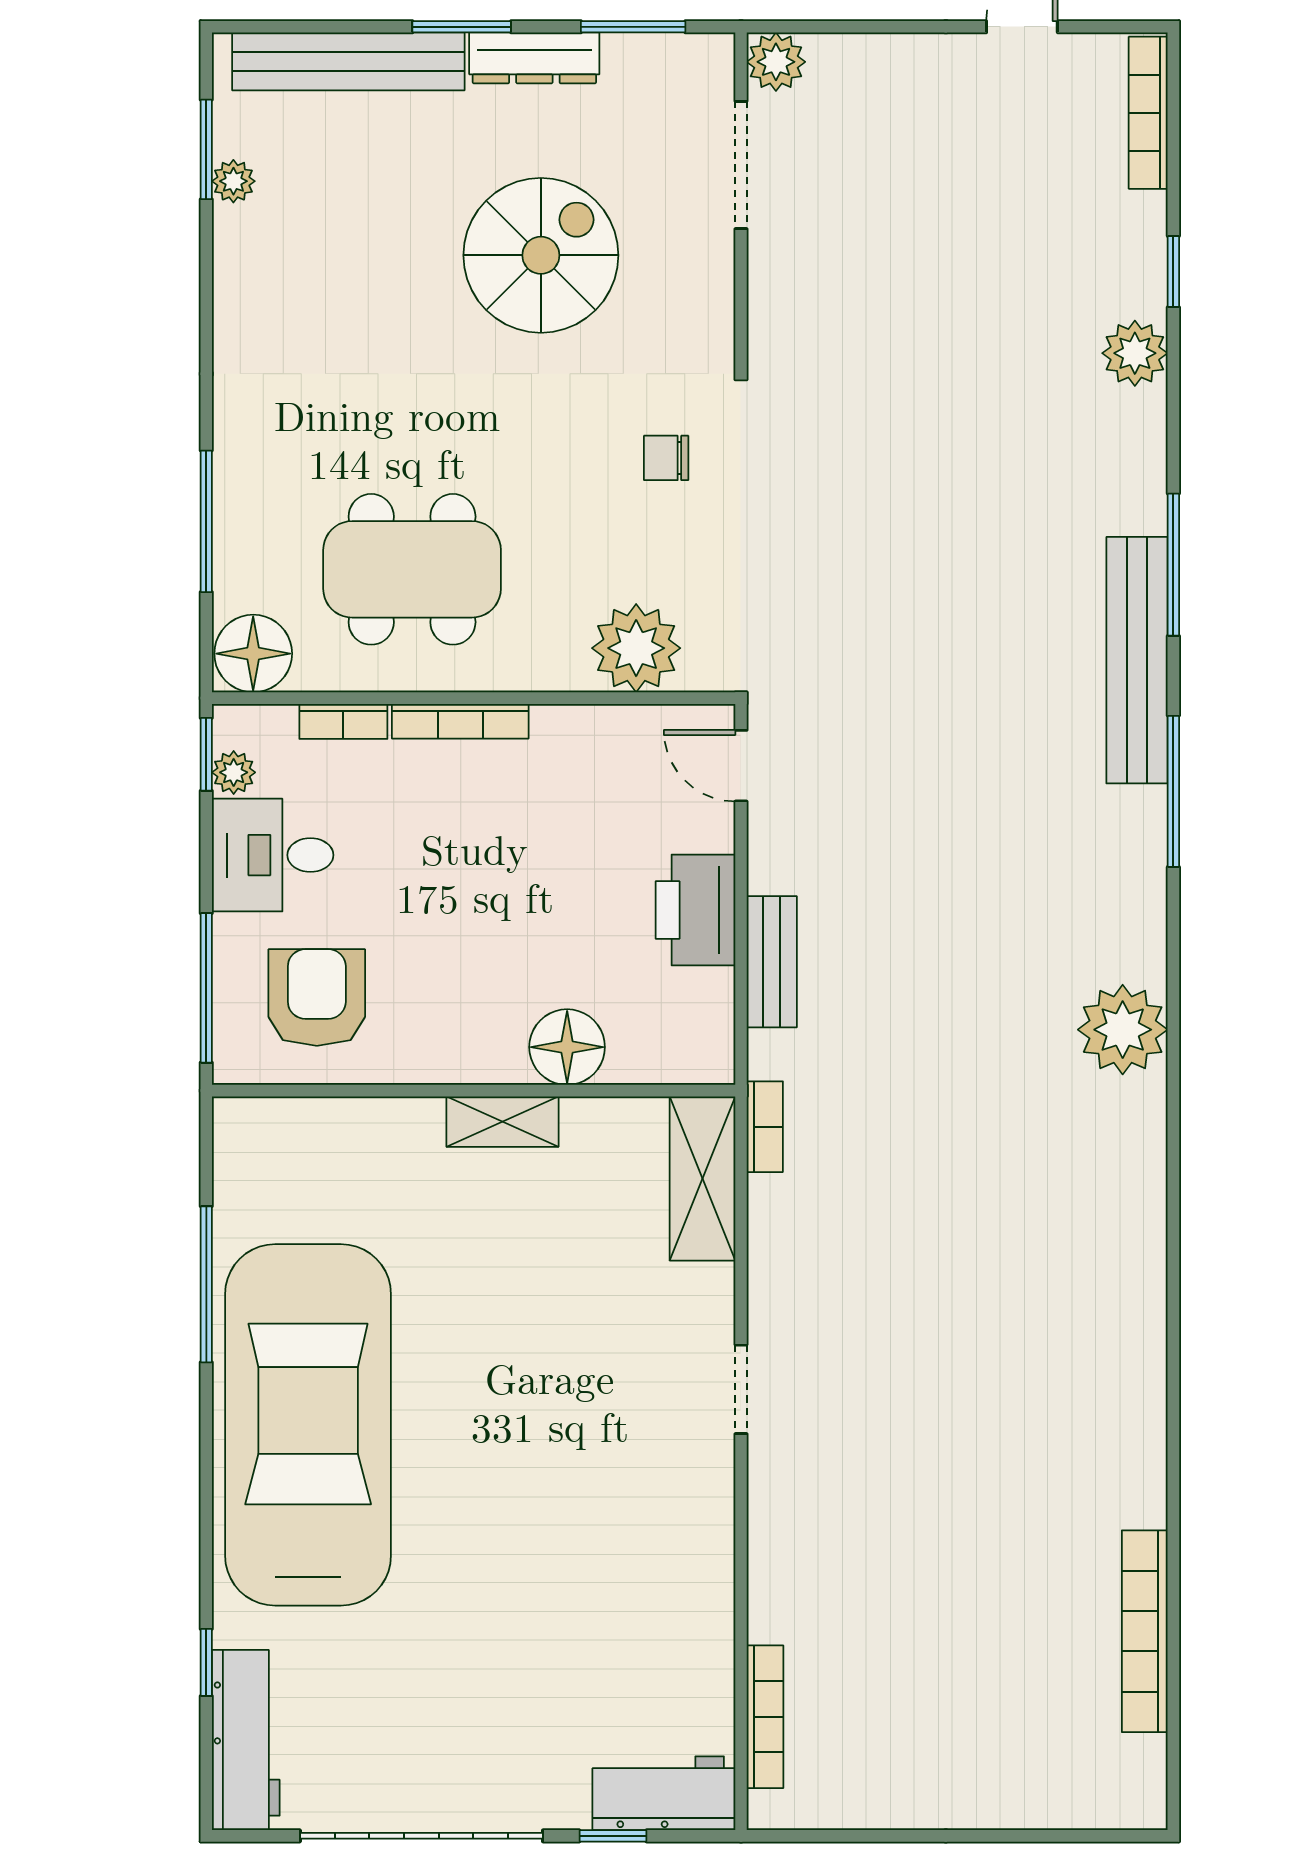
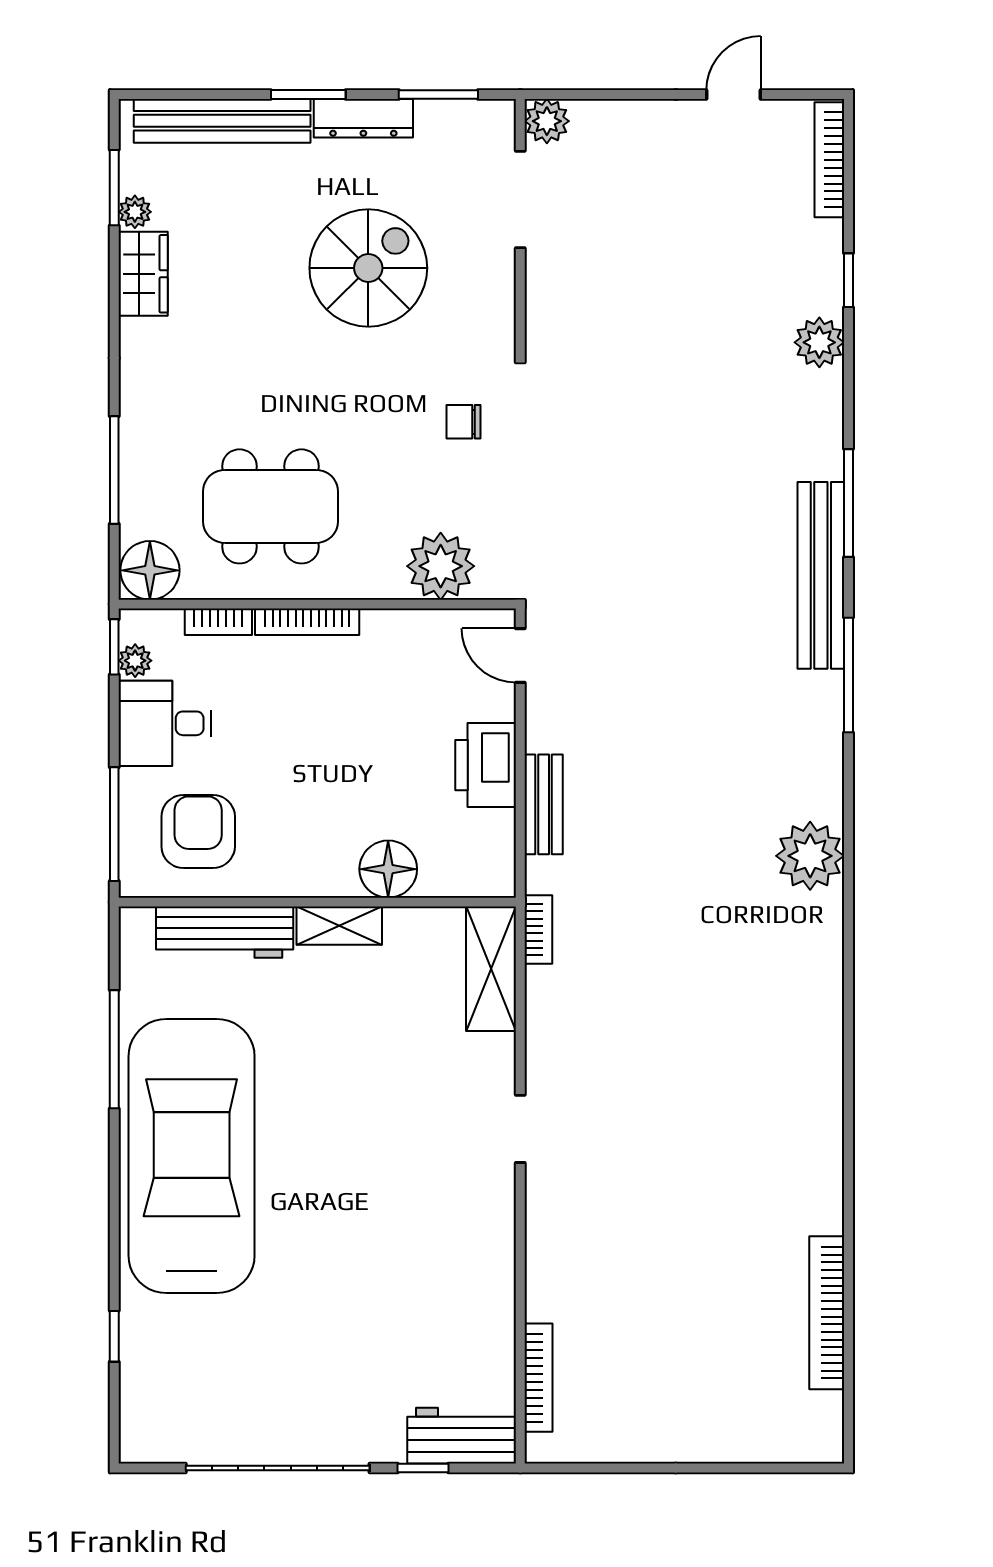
wardrobe: (244, 263) -> (143, 274), added
workbench: (246, 1740) -> (225, 932), moved, turned 90

